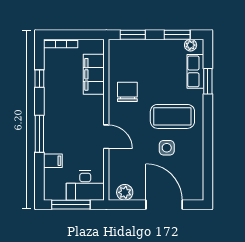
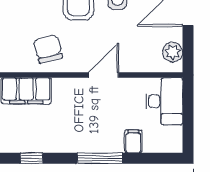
chair: (127, 92) -> (48, 49), turned 75
window: (71, 205) -> (188, 119), removed

